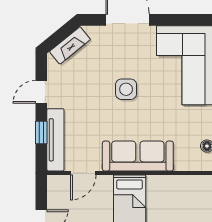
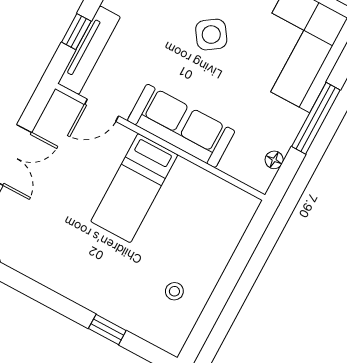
side table: (126, 89) -> (211, 35), turned -35

